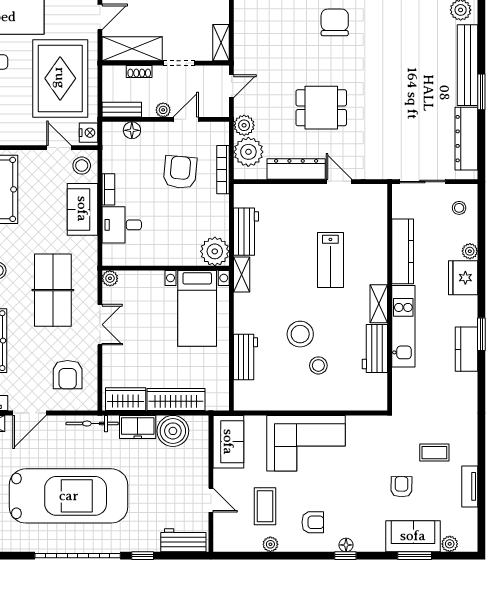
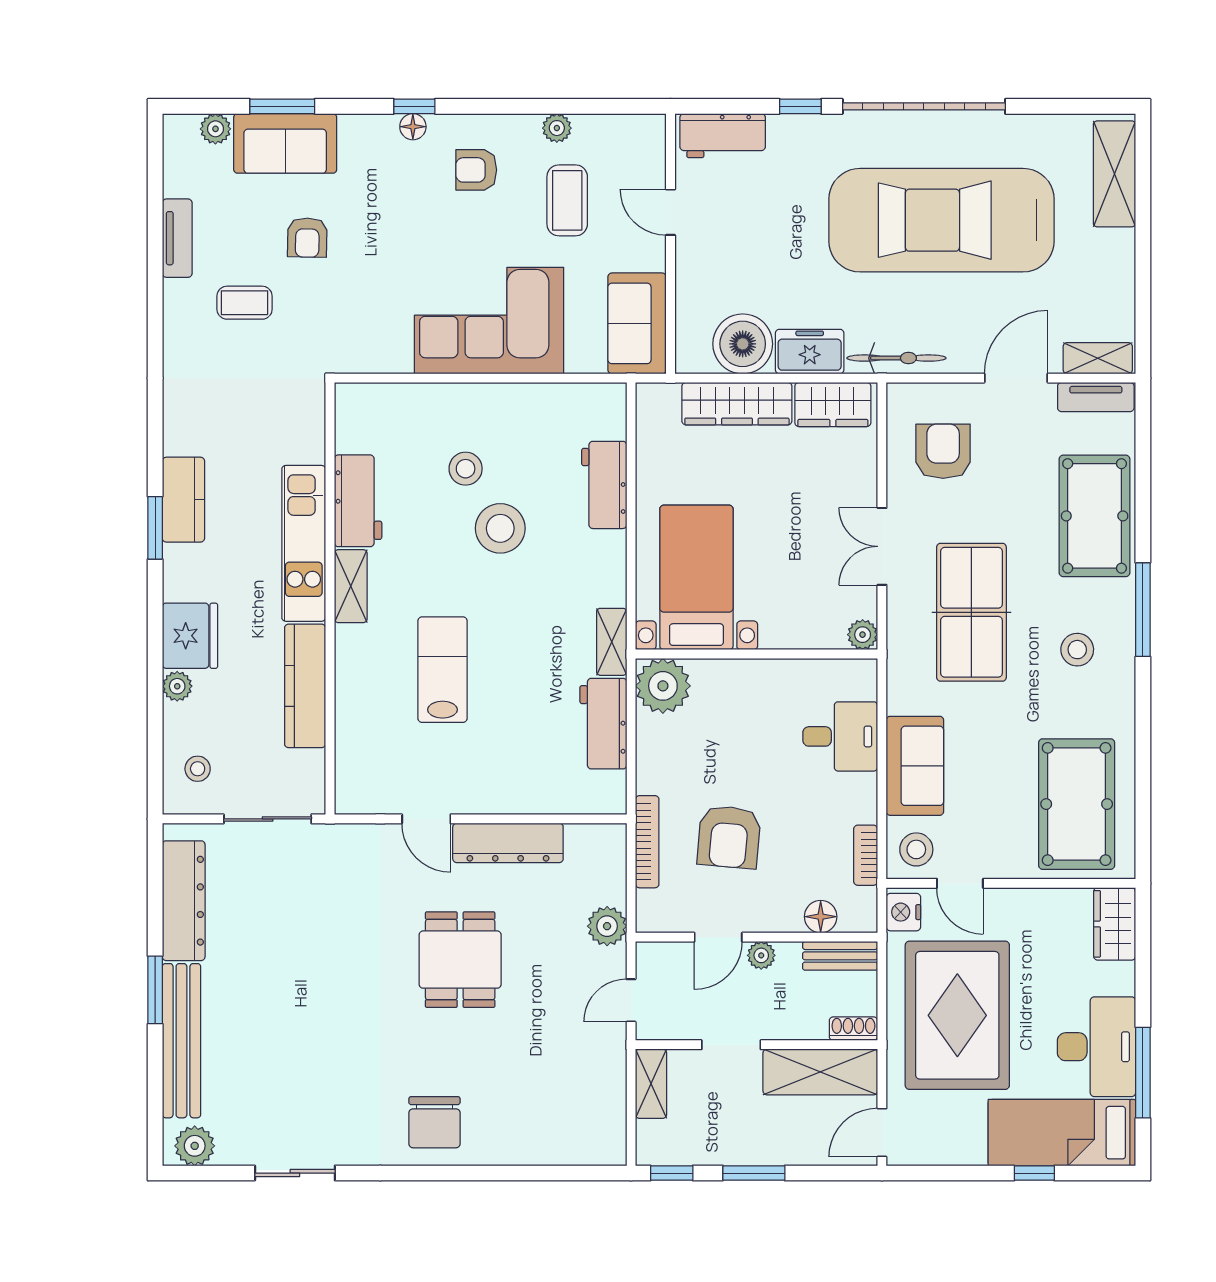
shoe rack: (139, 71) -> (853, 1029), moved
dining table: (321, 108) -> (460, 960), turned 90
plant: (248, 152) -> (599, 876), removed
bookcase: (108, 189) -> (866, 855), moved

